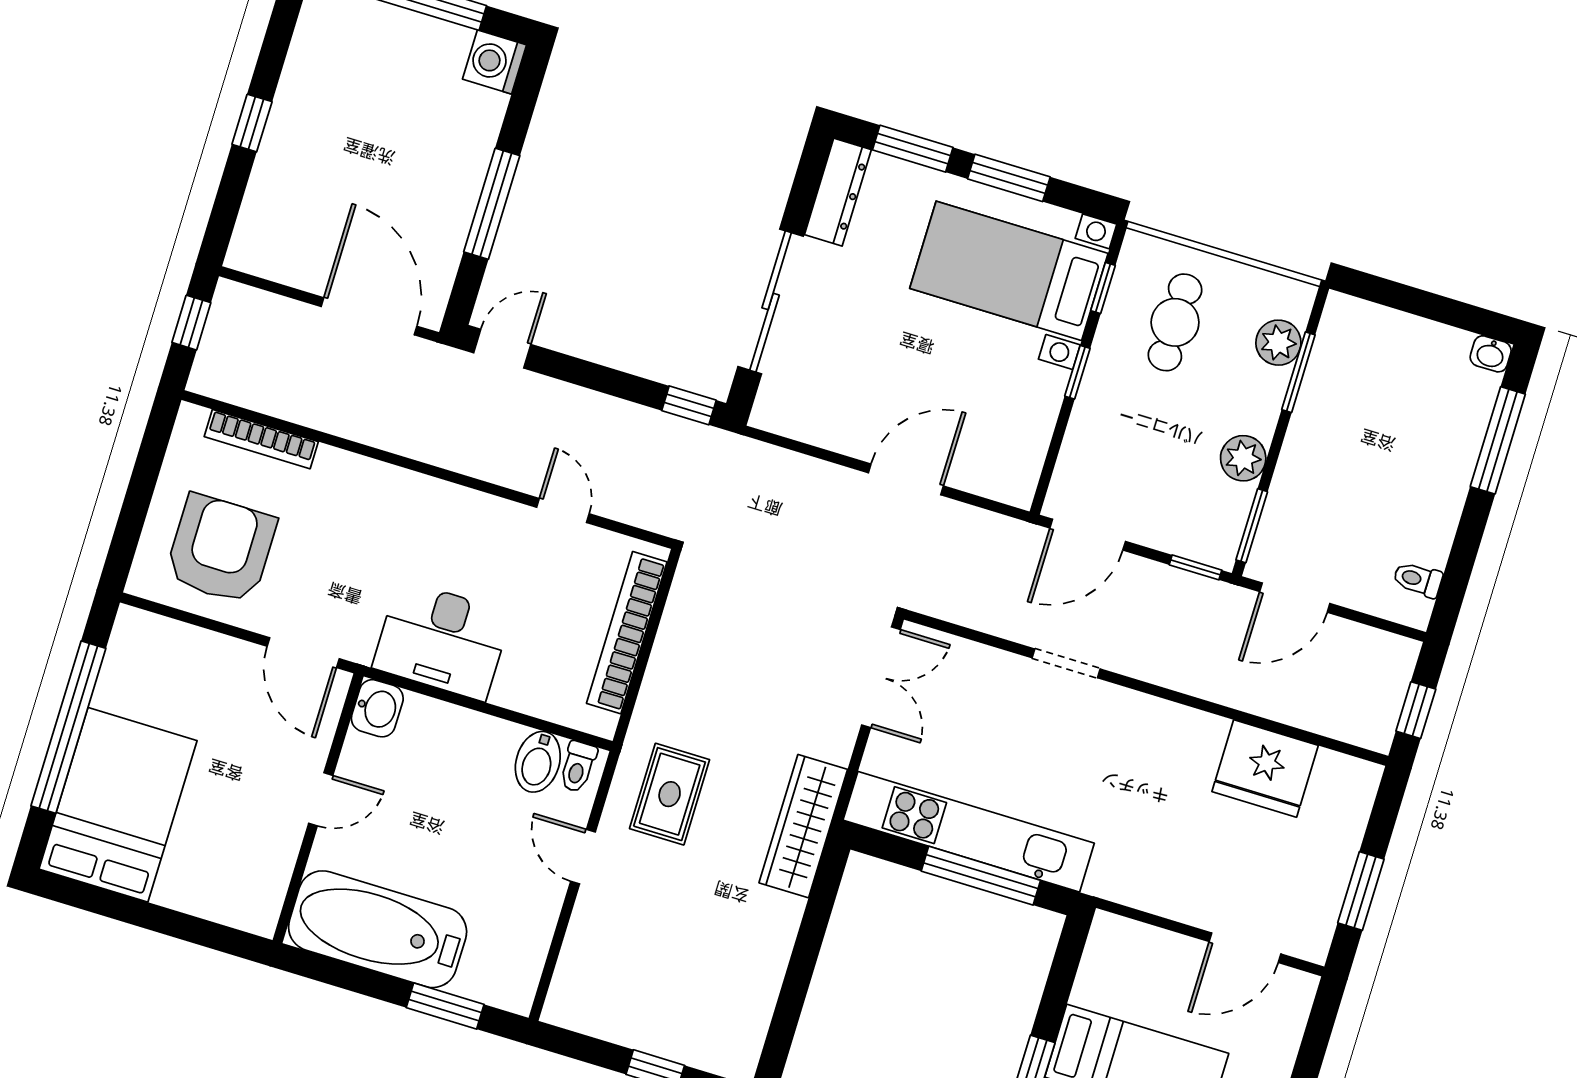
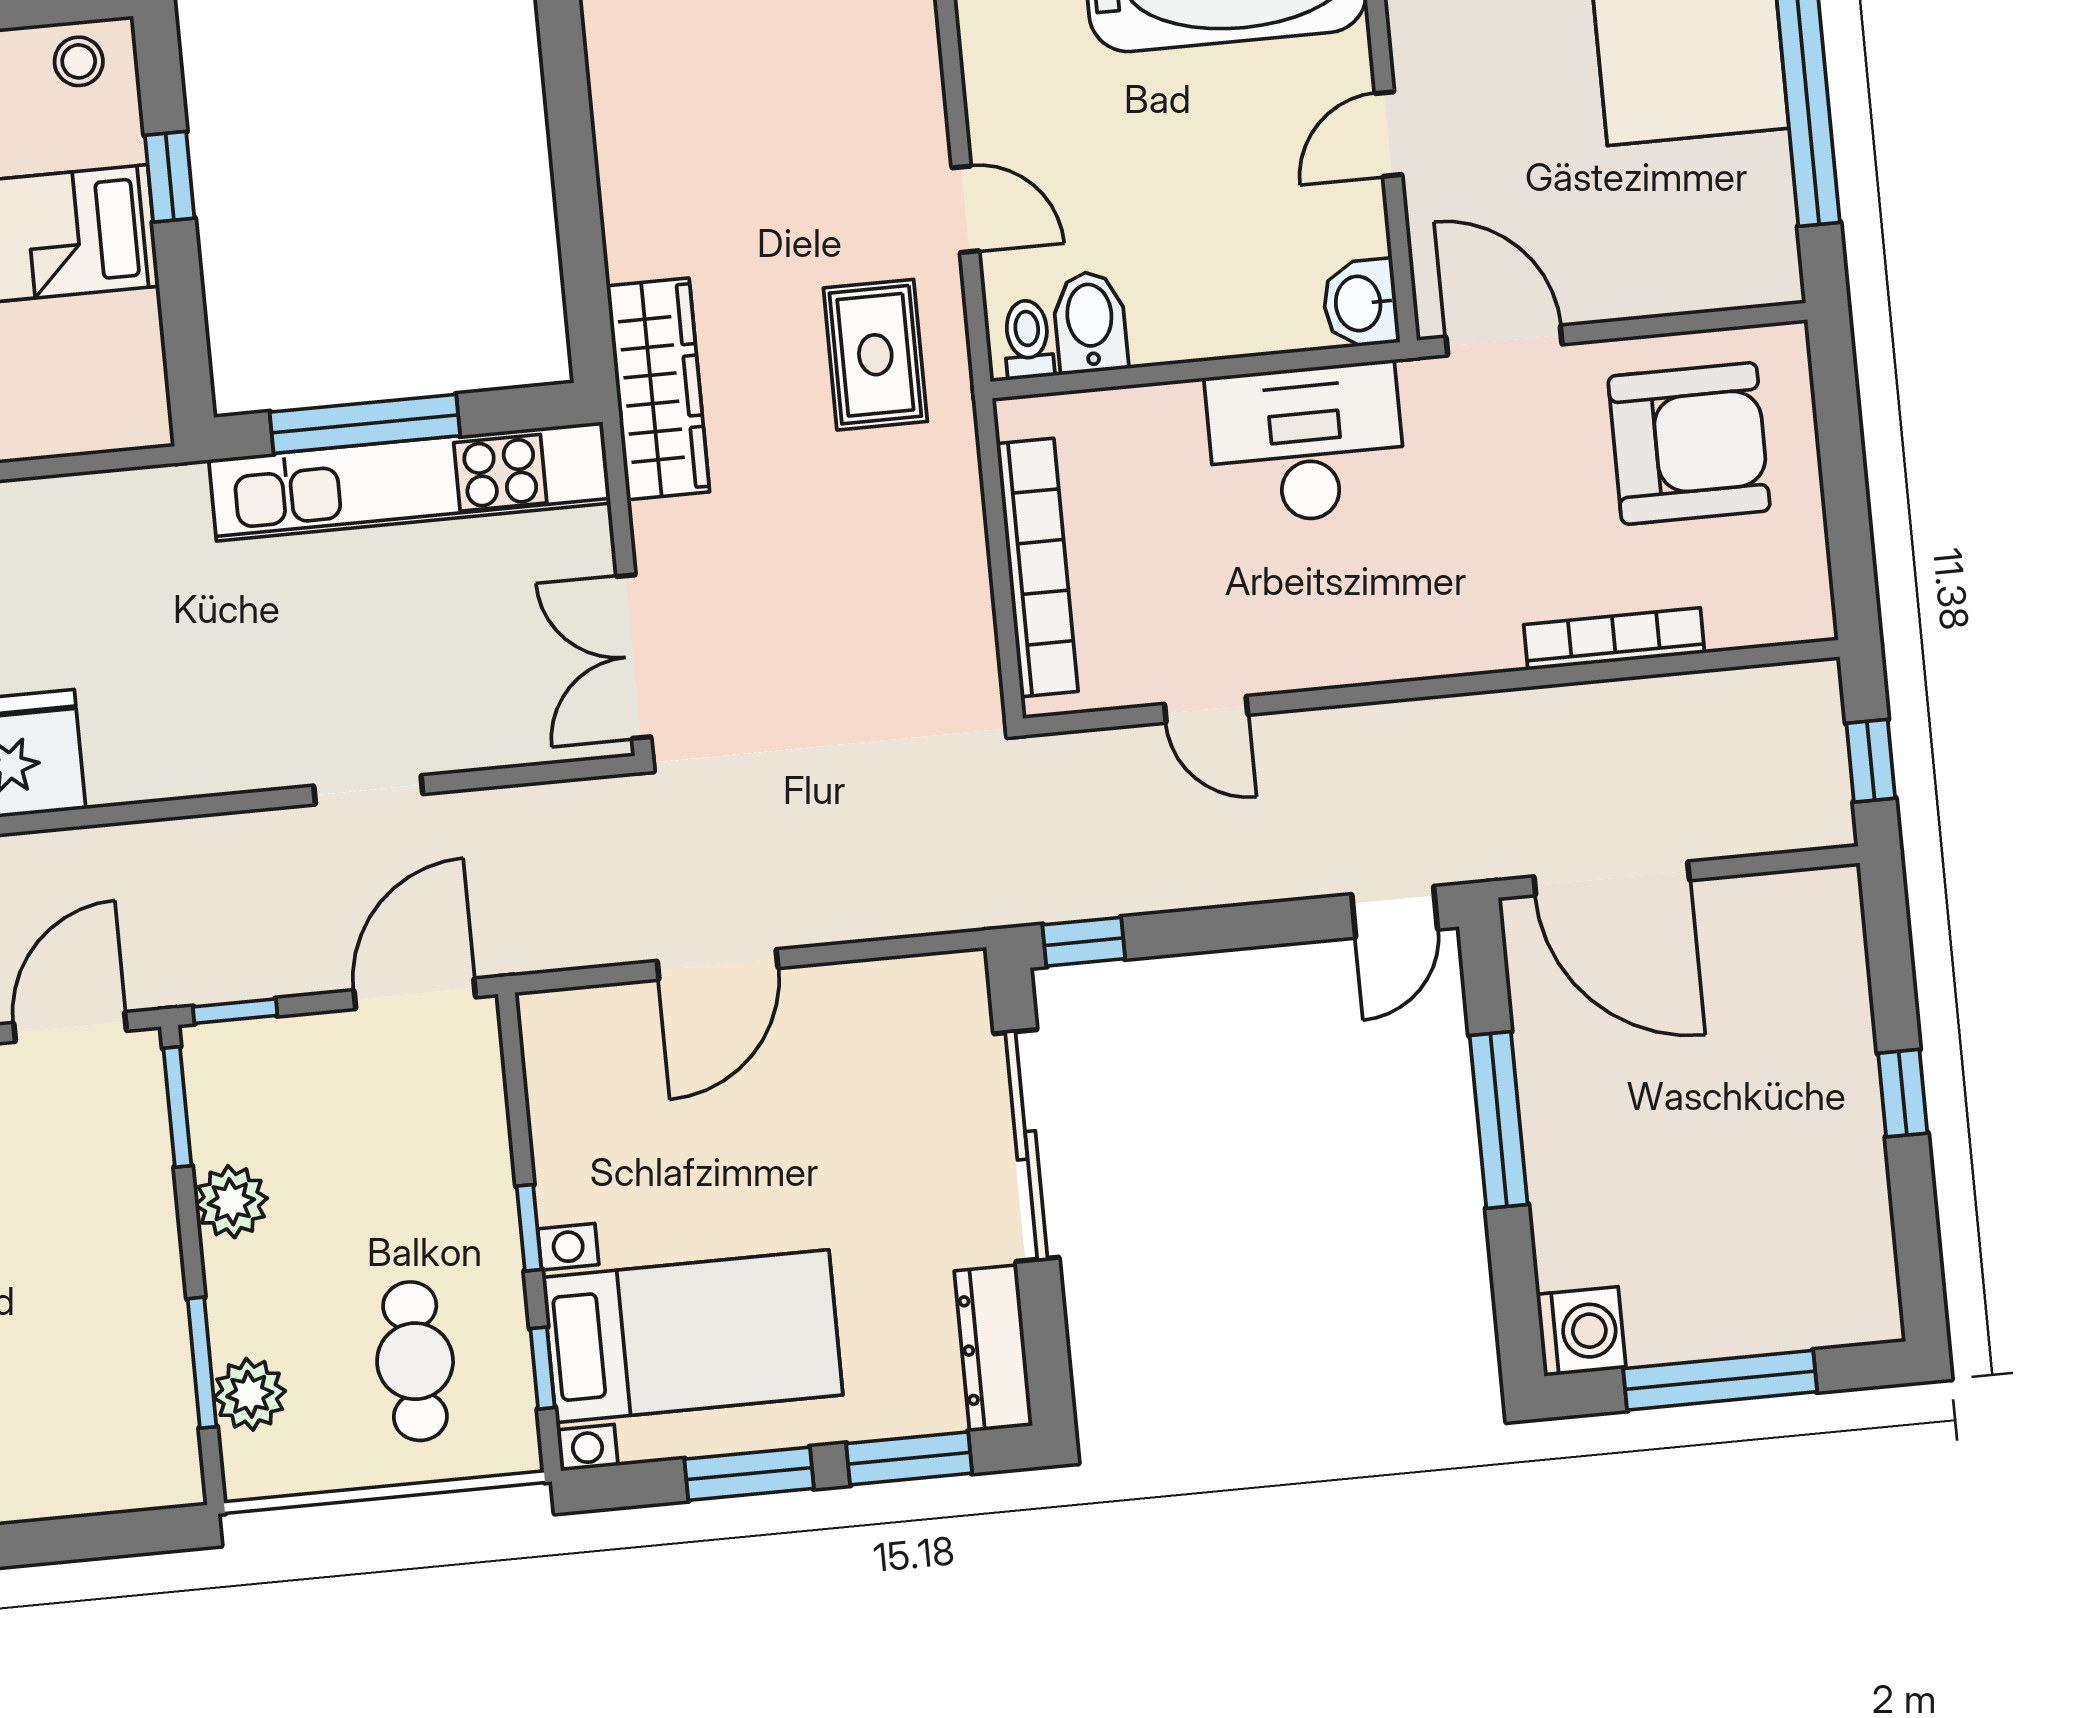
bookcase: (261, 439) -> (1614, 639), moved
armchair: (221, 549) -> (1689, 443), turned -90

